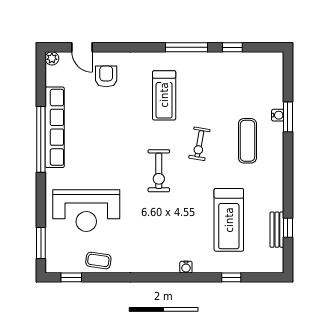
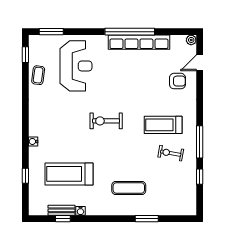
water cooler: (278, 115) -> (80, 211), moved
exercise bike: (199, 144) -> (171, 153), moved
reception desk: (86, 211) -> (76, 66), turned 180

